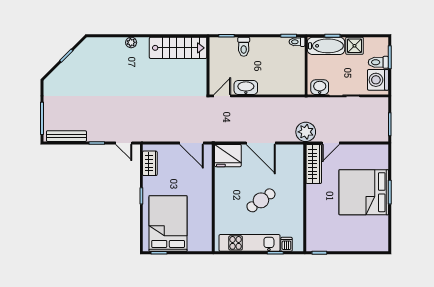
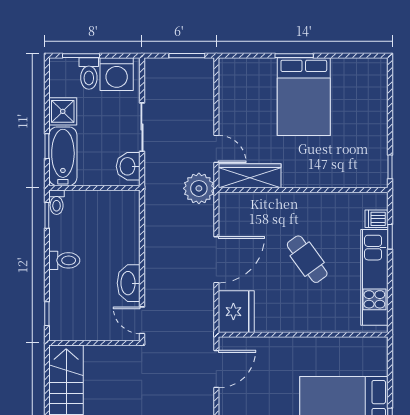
toilet: (244, 47) -> (64, 260), moved
bed: (364, 192) -> (304, 97), width x0.73

